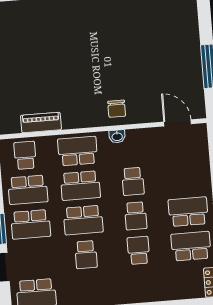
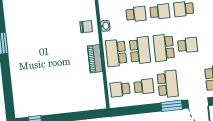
piano: (41, 123) -> (95, 59), moved
school desk: (28, 190) -> (144, 87), width x0.54
school desk: (83, 220) -> (164, 48), turned 180

